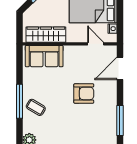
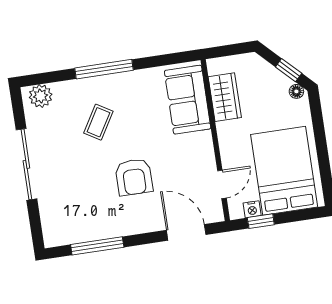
window: (120, 25) -> (261, 221), added
wardrobe: (46, 35) -> (225, 97), width x0.67
coffee table: (36, 107) -> (98, 122), moved

